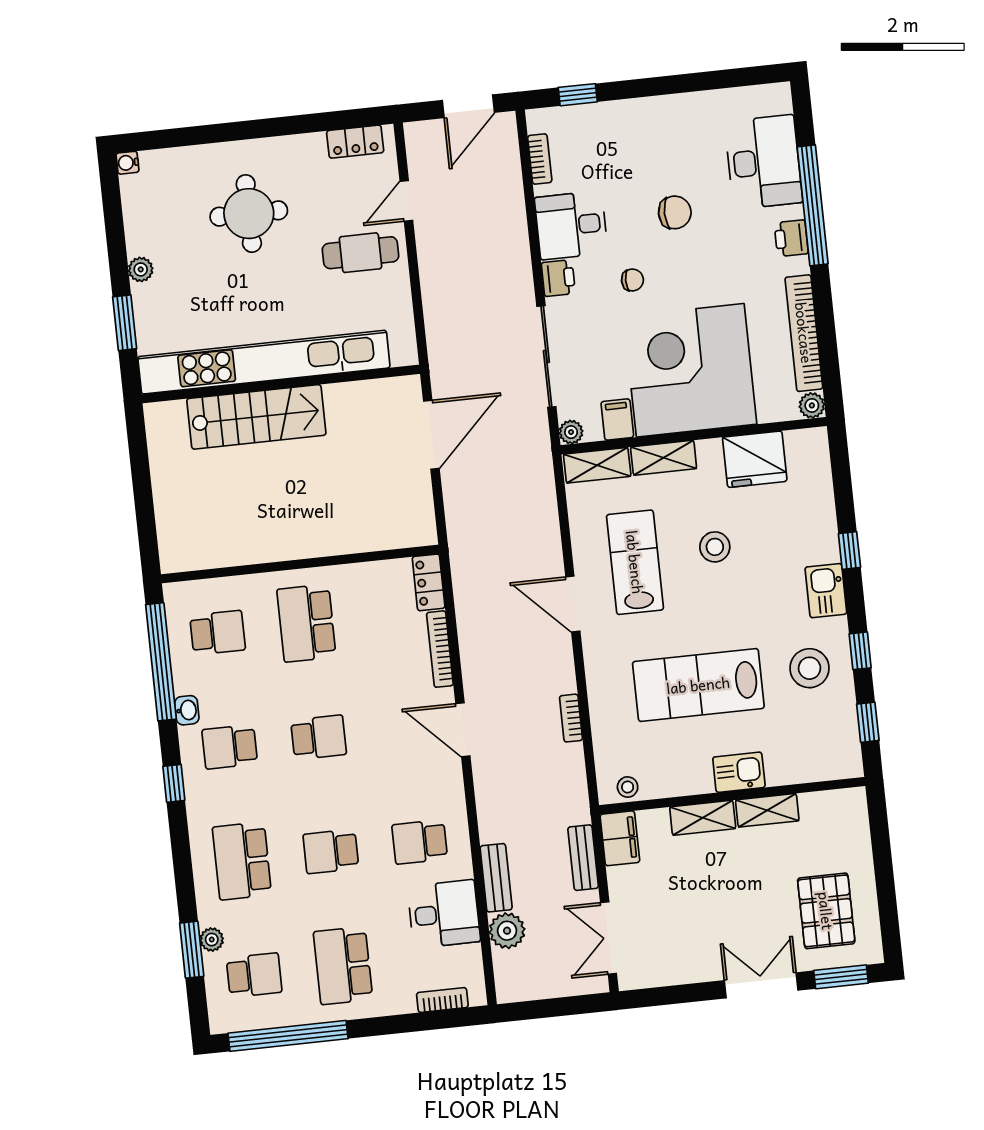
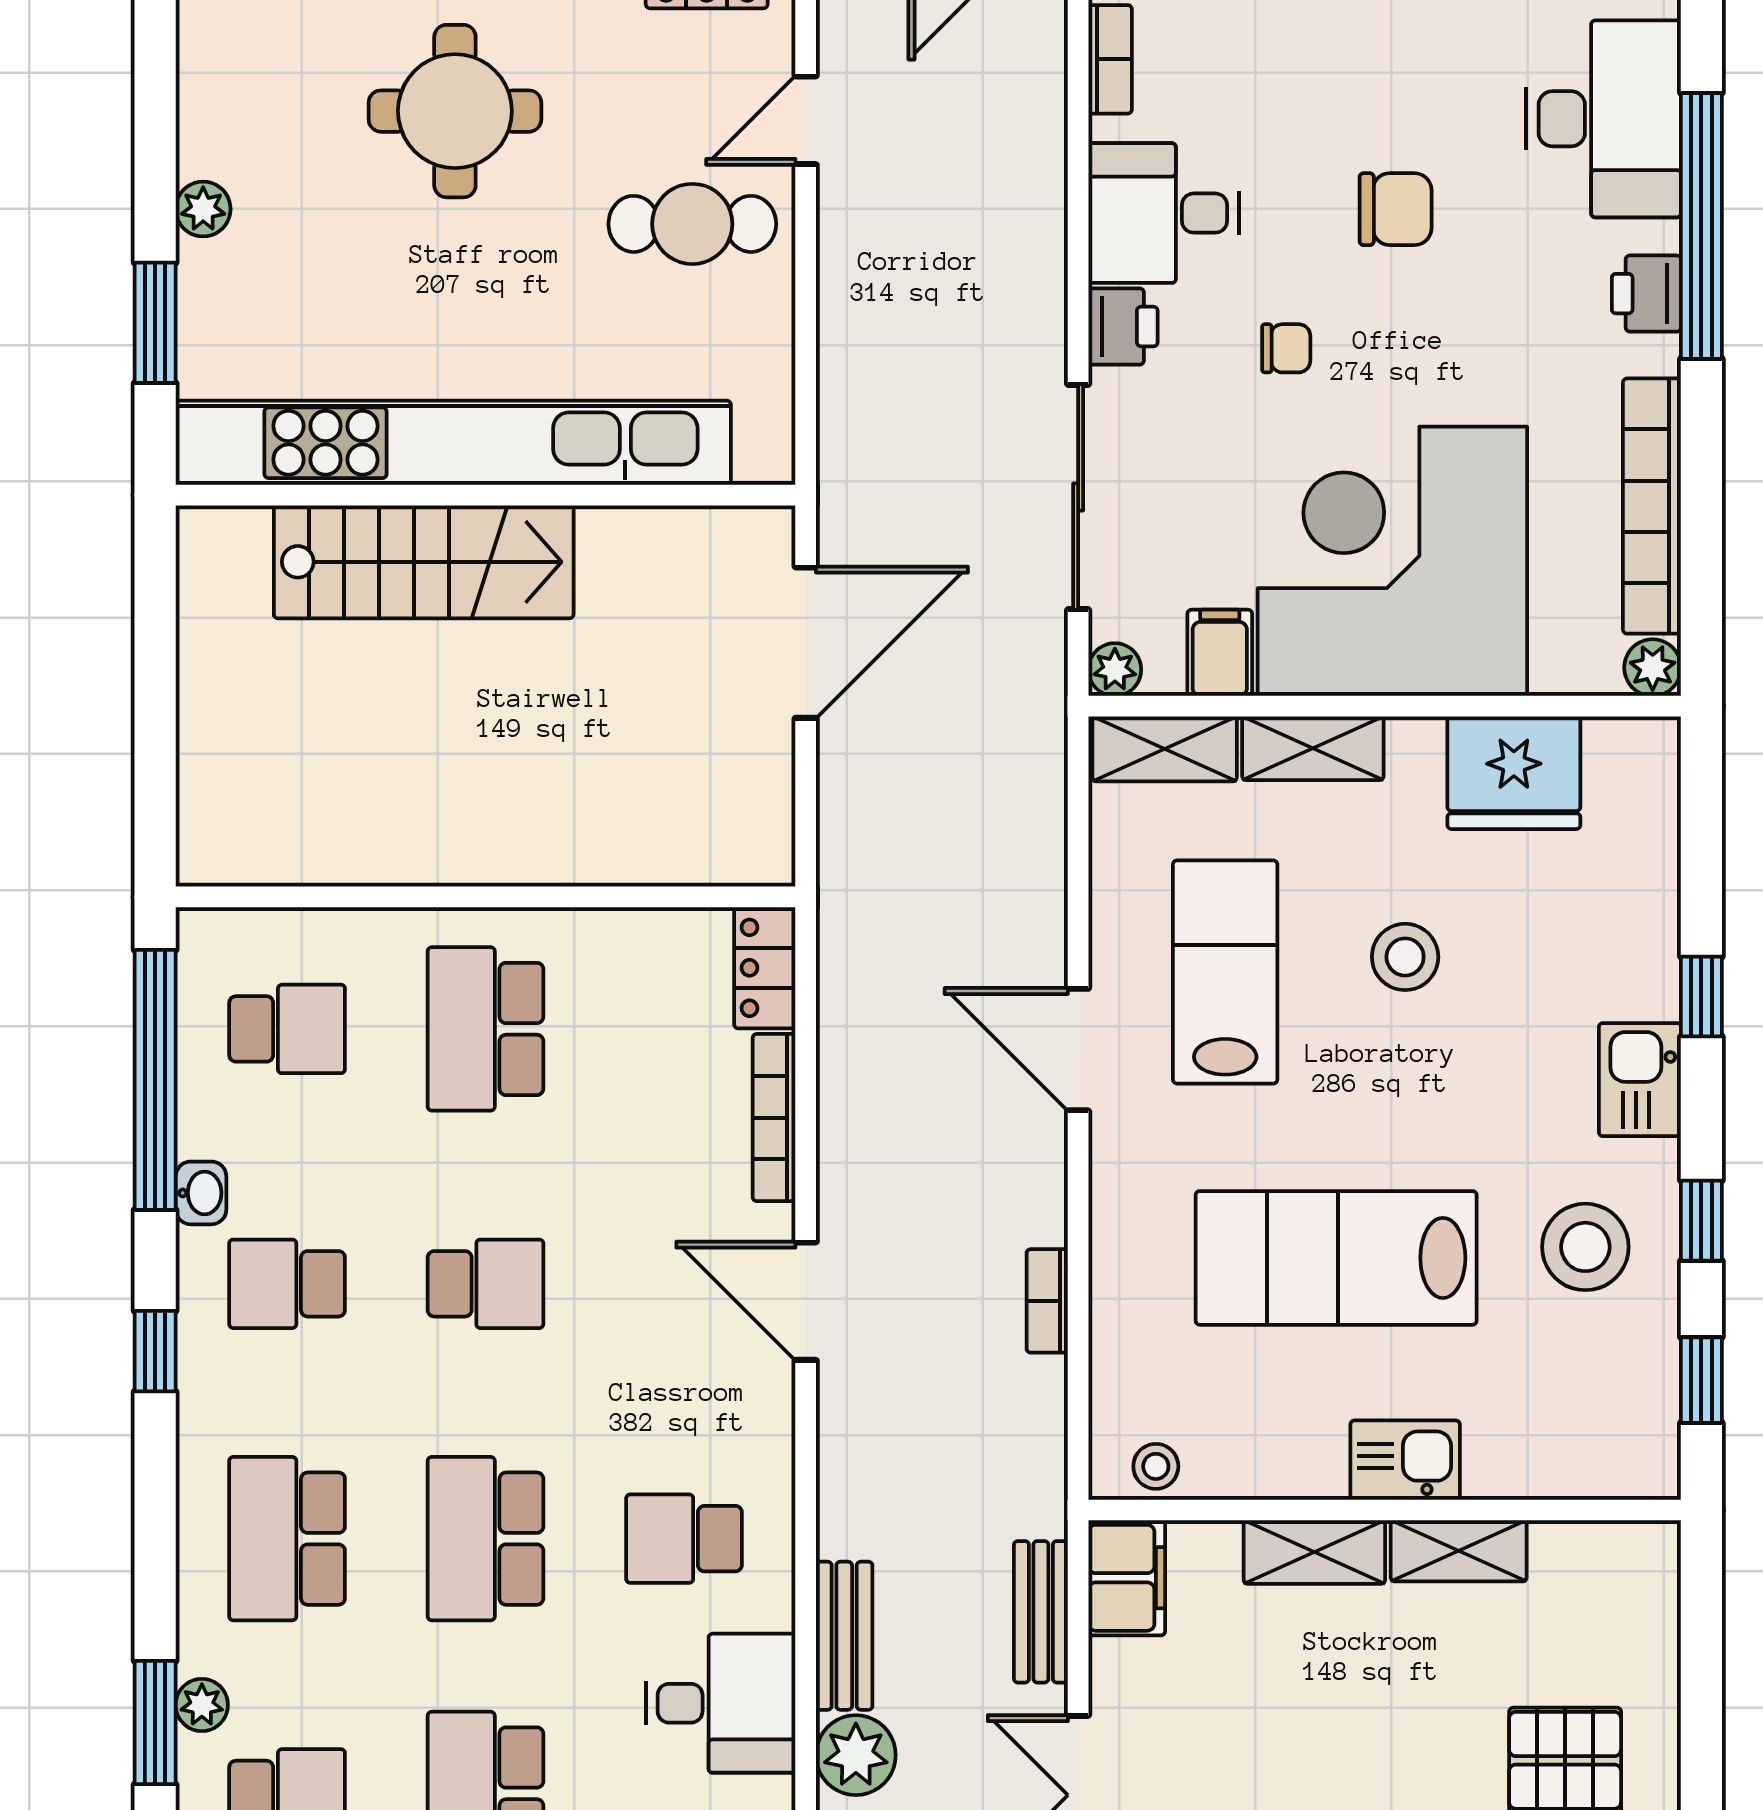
school desk: (331, 851) -> (486, 1539), width x1.85

